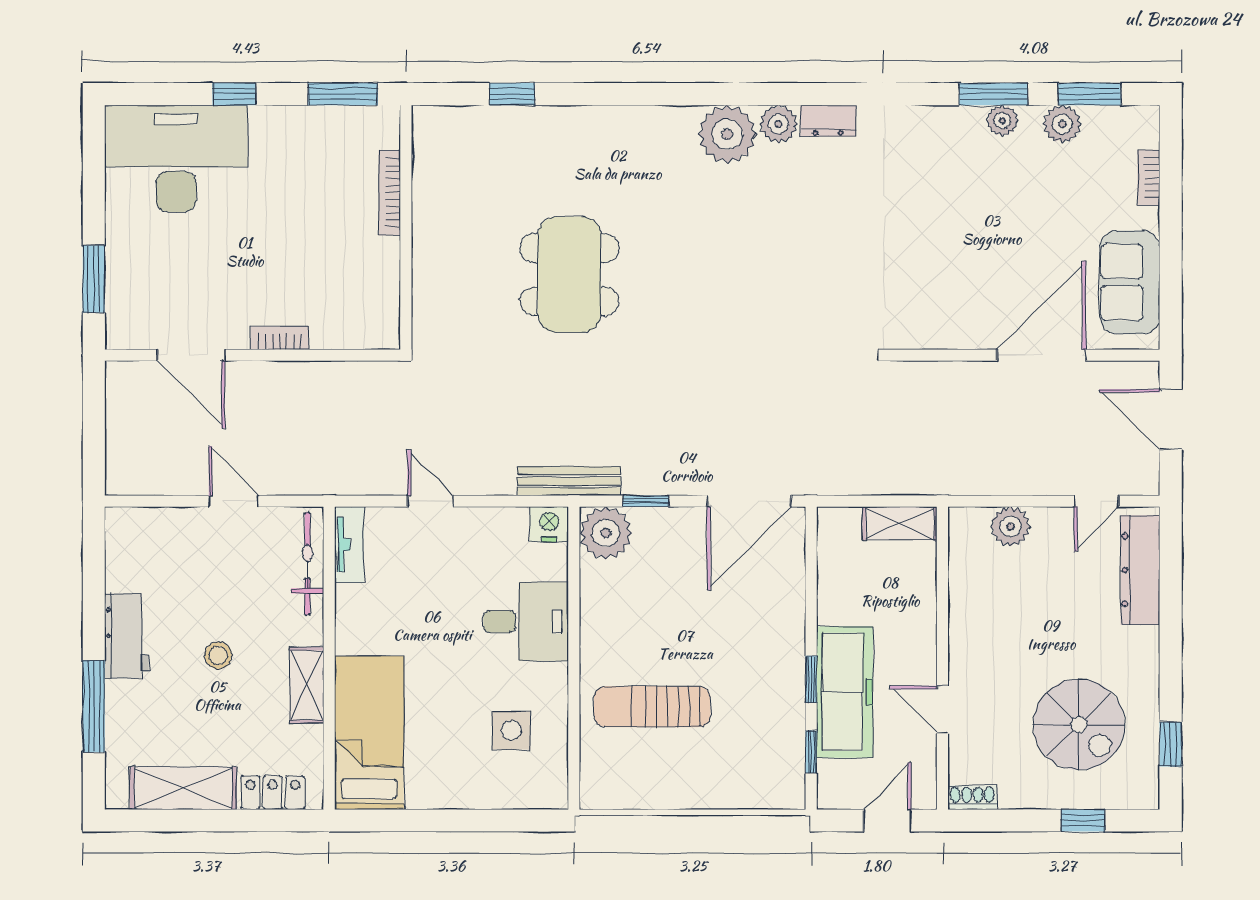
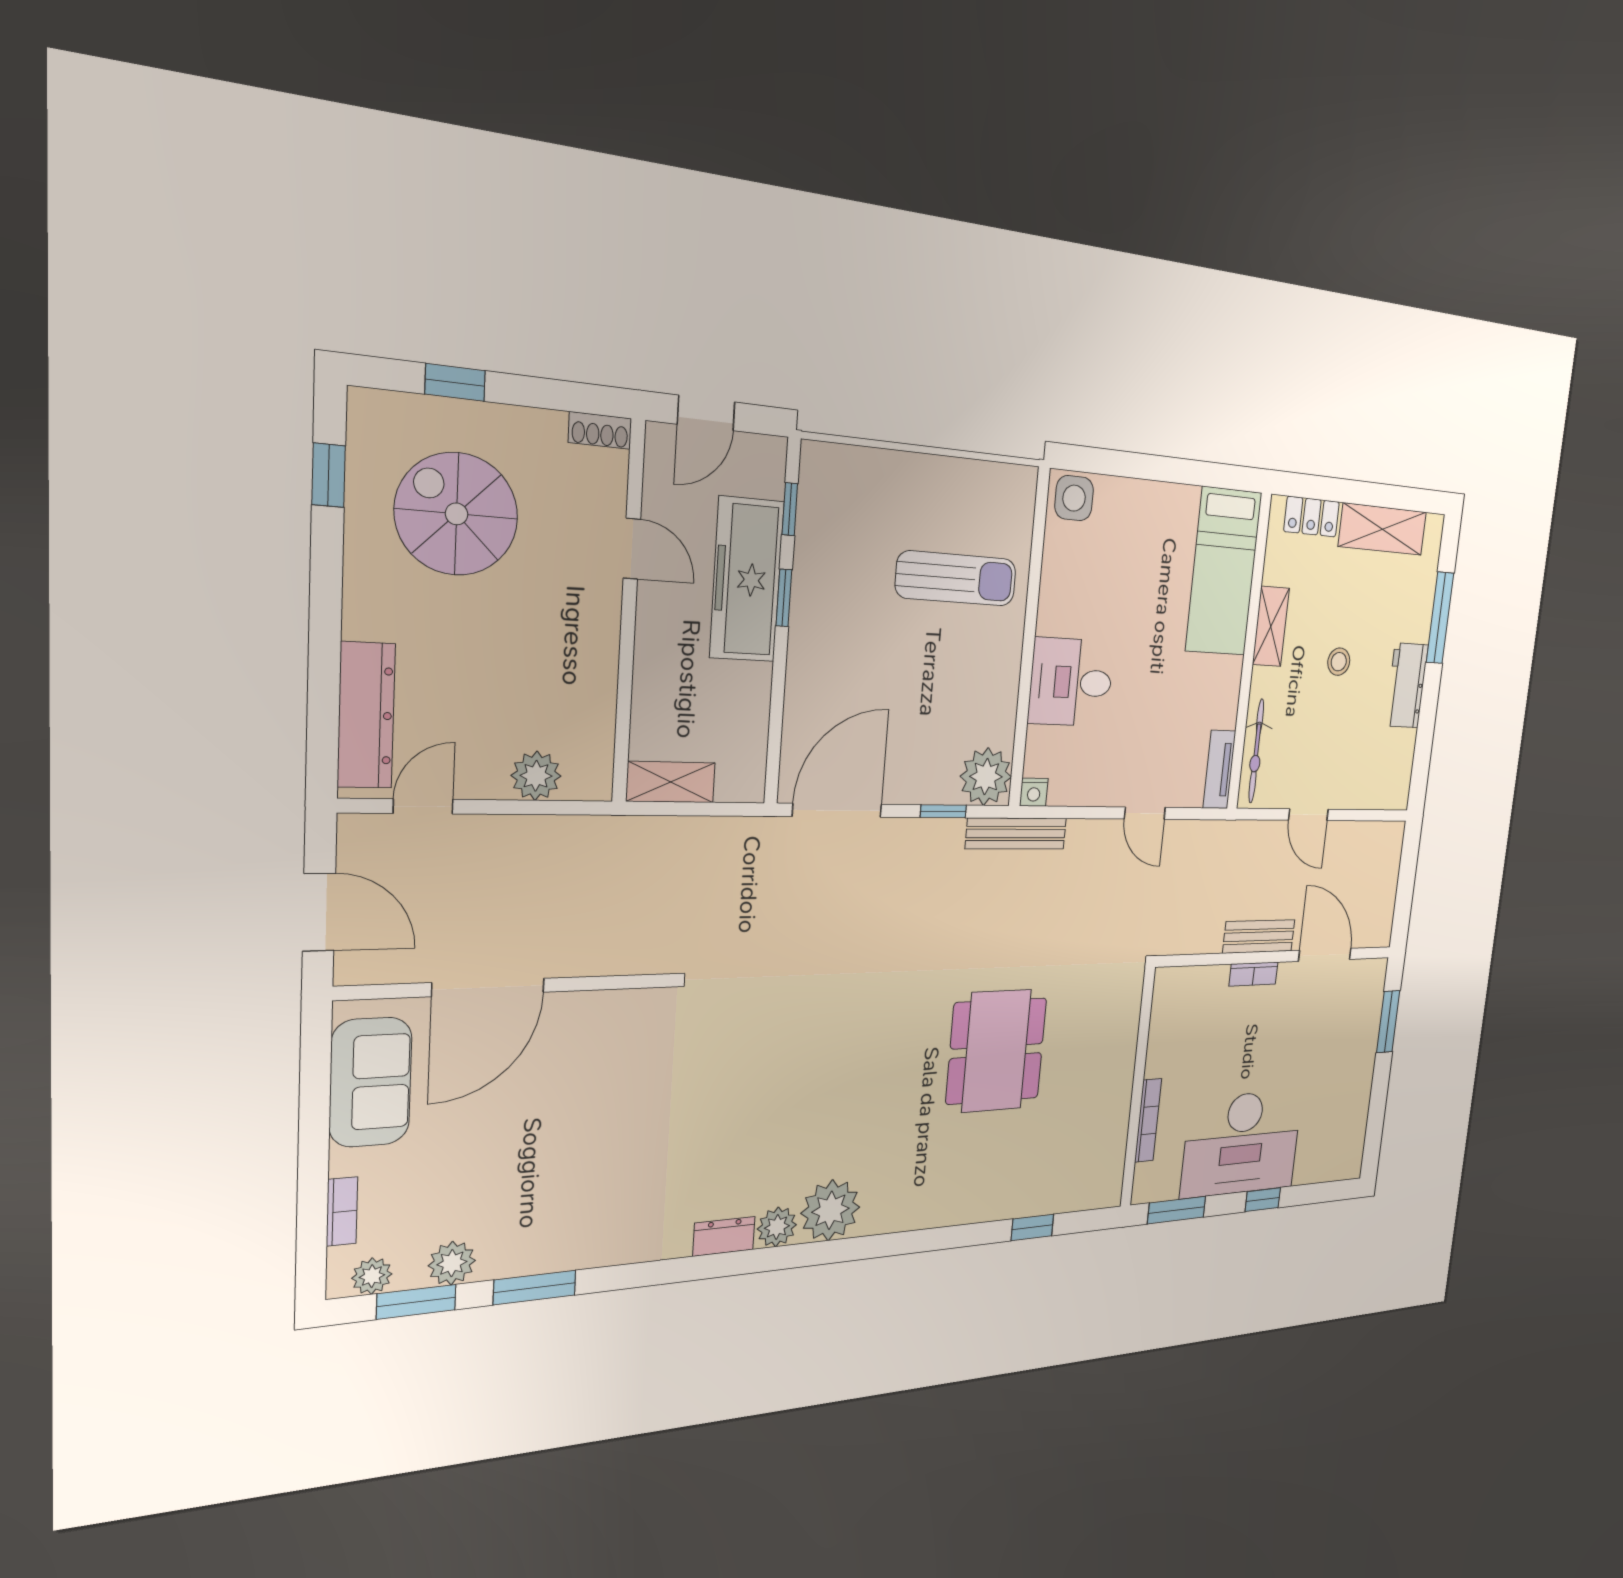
plant: (1002, 121) -> (372, 1276), moved
desk: (176, 158) -> (1242, 1144), moved
bench: (278, 377) -> (1259, 936), added
nightstand: (549, 524) -> (1034, 792), width x0.72, depth x0.74
side table: (511, 730) -> (1074, 498), moved

